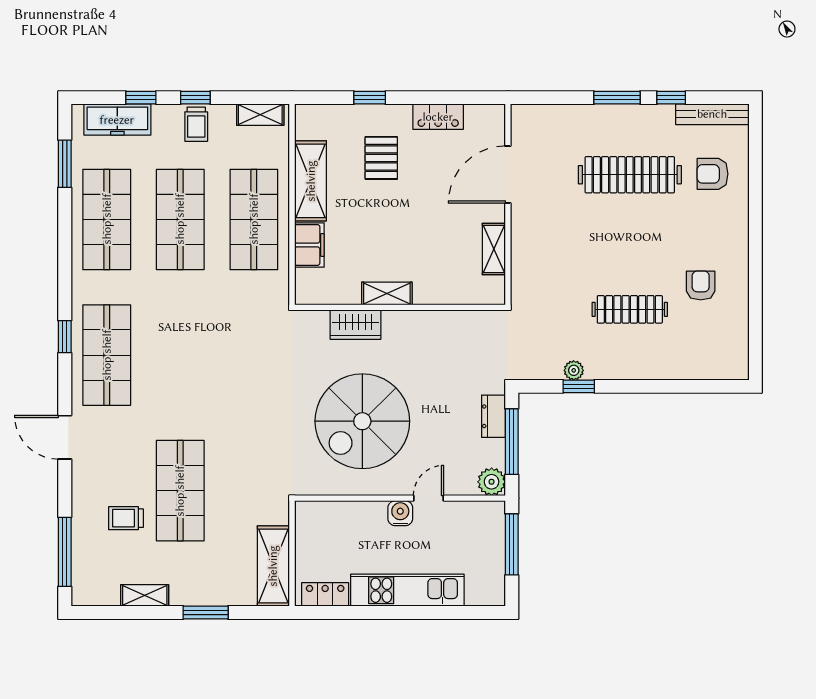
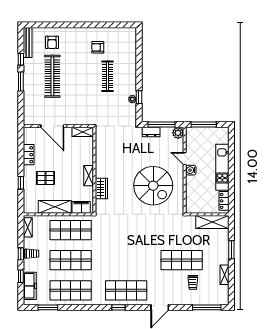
shelving: (387, 293) -> (89, 176), moved
wall: (400, 307) -> (94, 170), moved
wardrobe: (355, 325) -> (101, 188), moved

